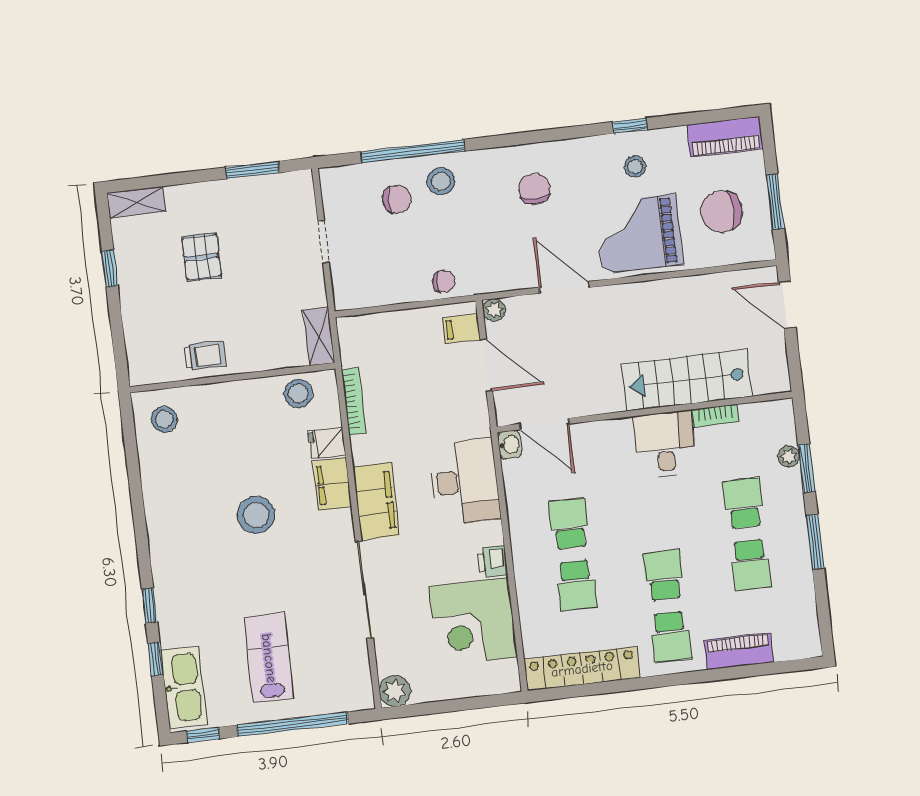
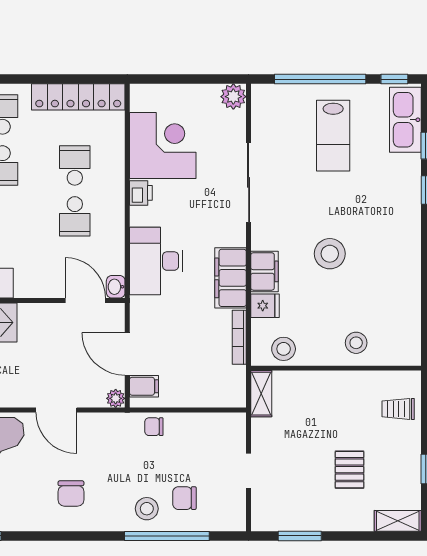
trolley: (205, 355) -> (398, 409), moved
stool: (164, 419) -> (356, 343), moved
filing cabinet: (376, 501) -> (230, 278), moved

